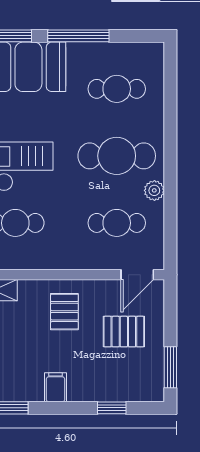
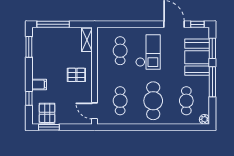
plant: (154, 190) -> (204, 119), moved
pallet: (124, 332) -> (47, 113), moved
filing cabinet: (56, 387) -> (39, 84), moved

